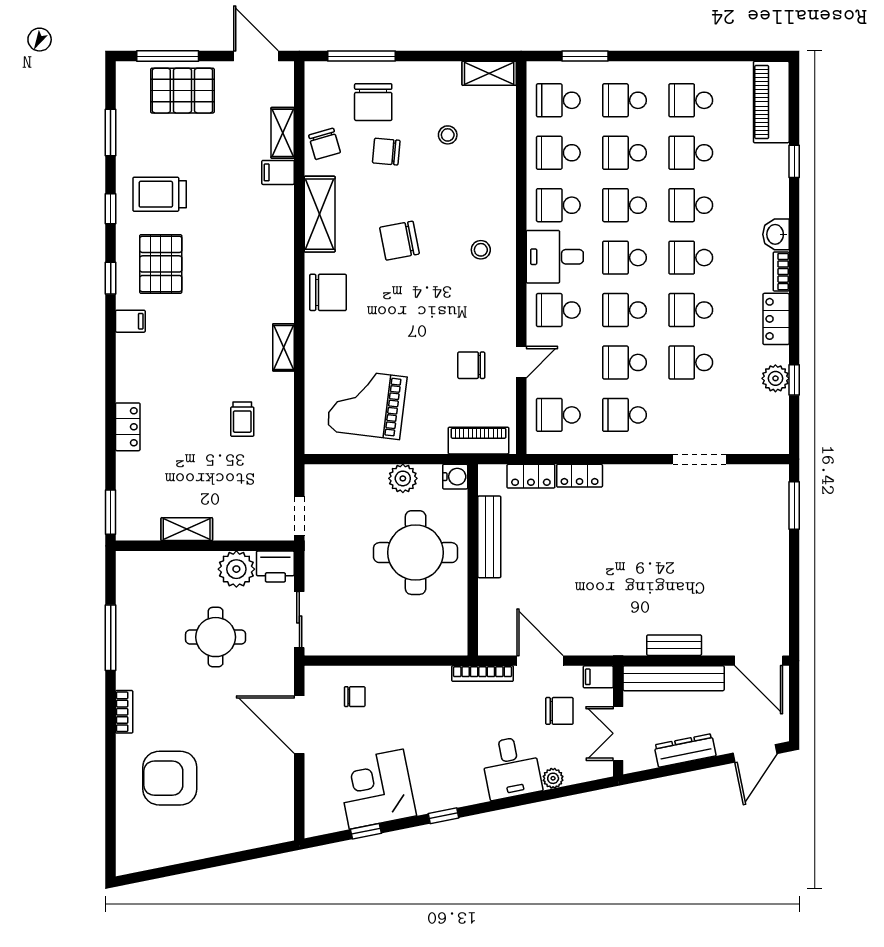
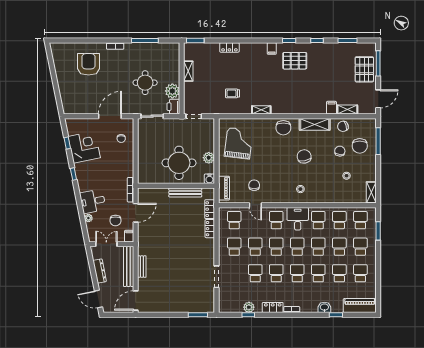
chair: (373, 102) -> (360, 146), turned -90
trolley: (160, 194) -> (323, 60), removed
washbasin: (776, 234) -> (324, 307), moved

